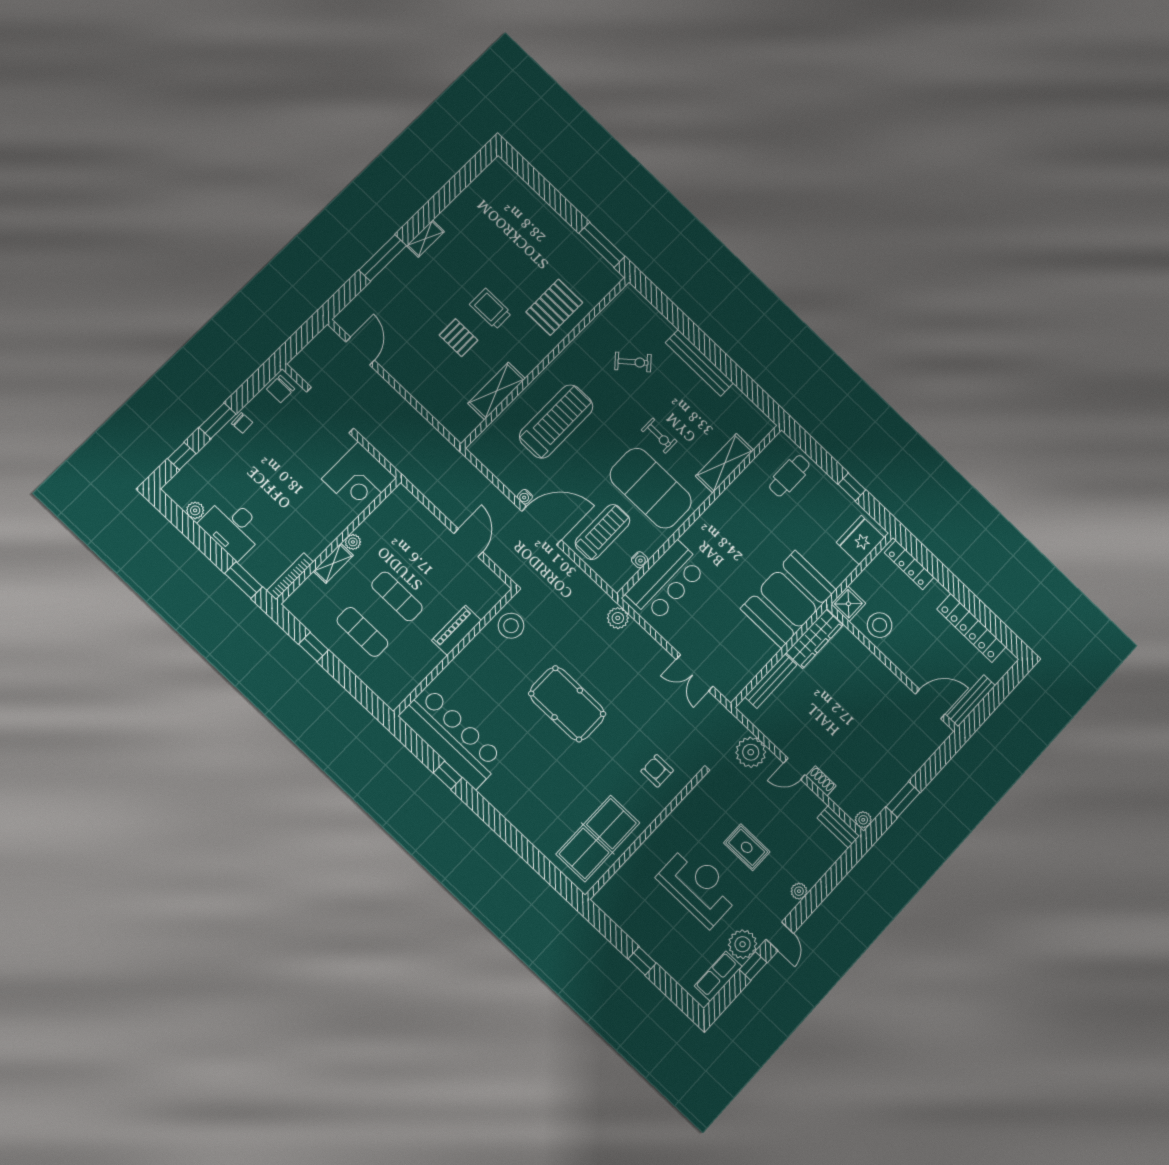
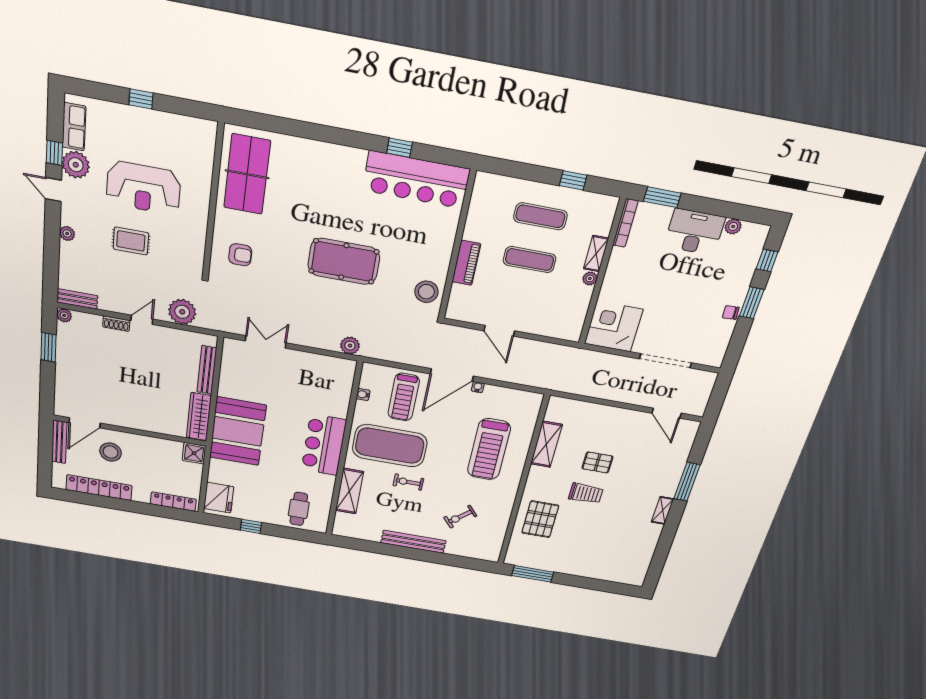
chair: (281, 389) -> (714, 353), removed
bar counter: (667, 581) -> (324, 445), moved
stool: (880, 625) -> (111, 452), moved

